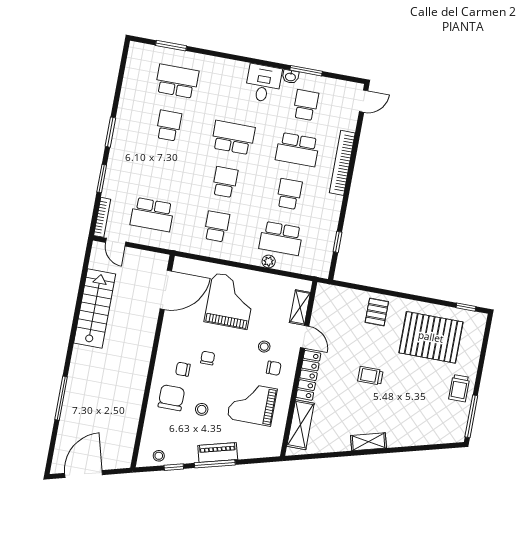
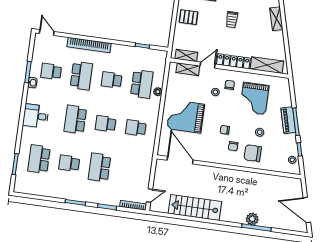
desk: (263, 83) -> (36, 116), moved
school desk: (152, 214) -> (99, 167), moved, turned 180
shelving: (320, 306) -> (186, 55), added
plant: (74, 393) -> (252, 219), added

